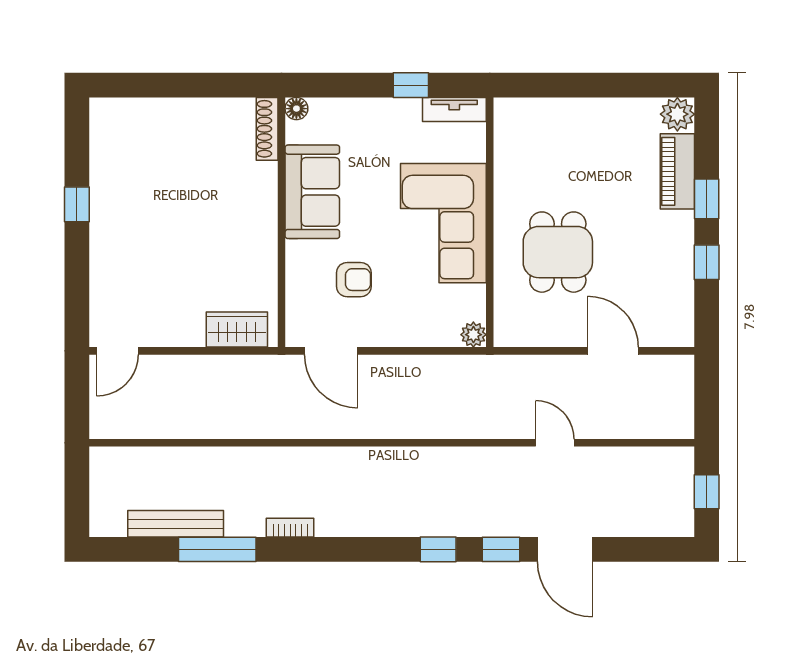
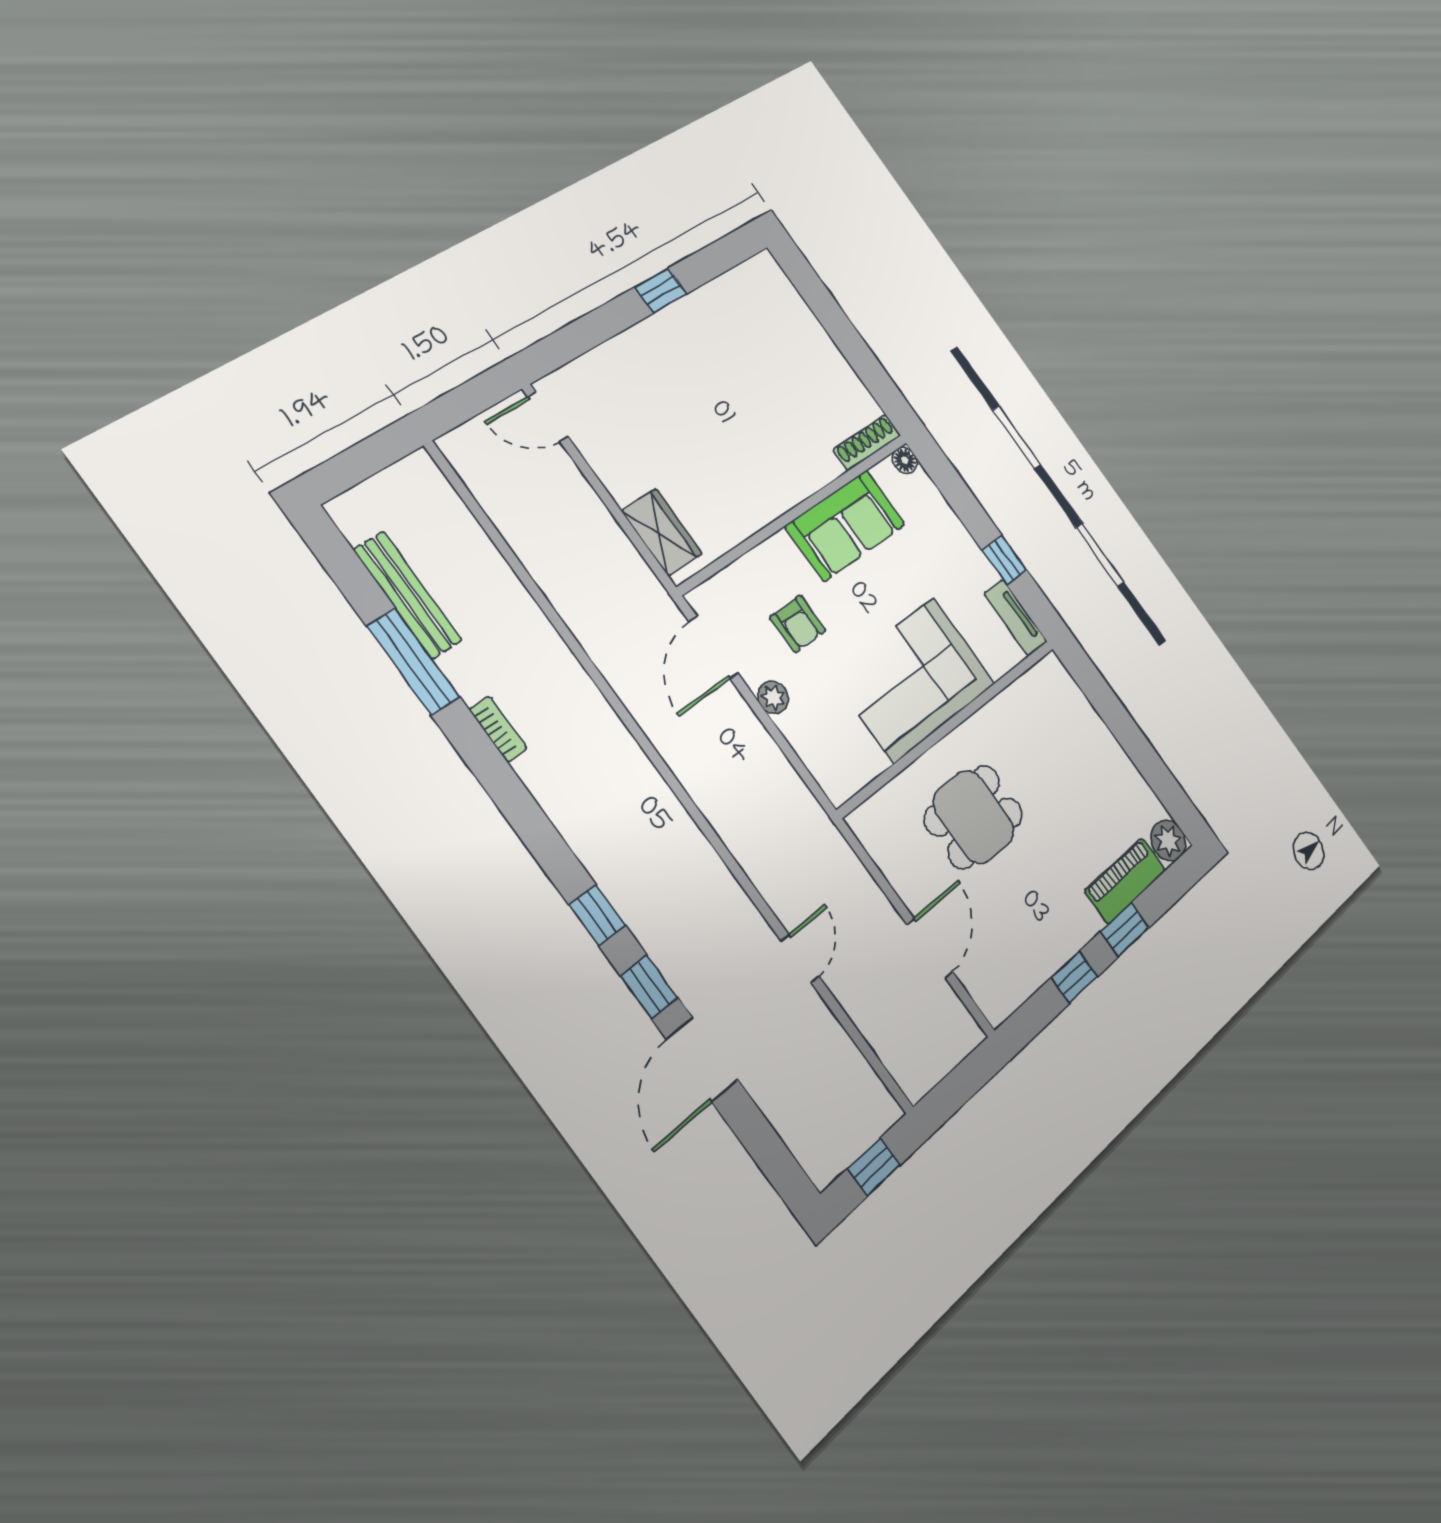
plant: (473, 335) -> (773, 697), moved

